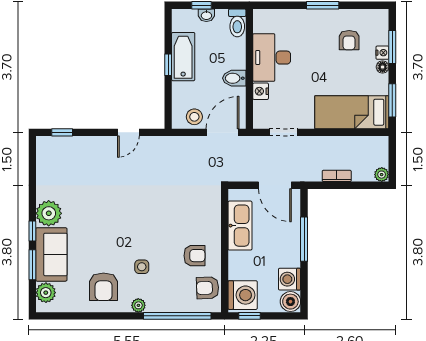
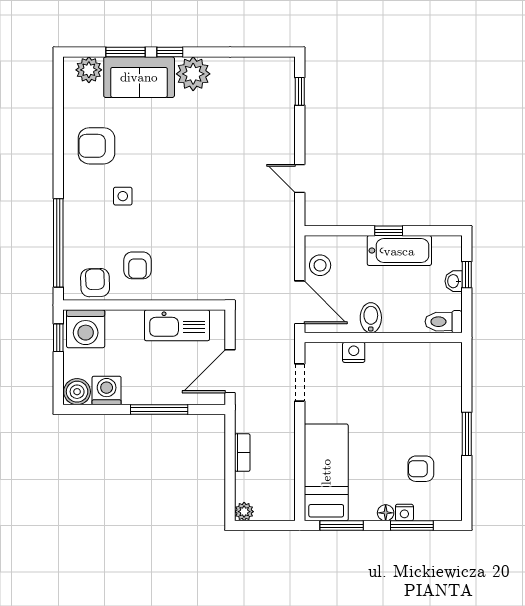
desk: (272, 58) -> (398, 367), removed
plant: (138, 305) -> (72, 192), removed

